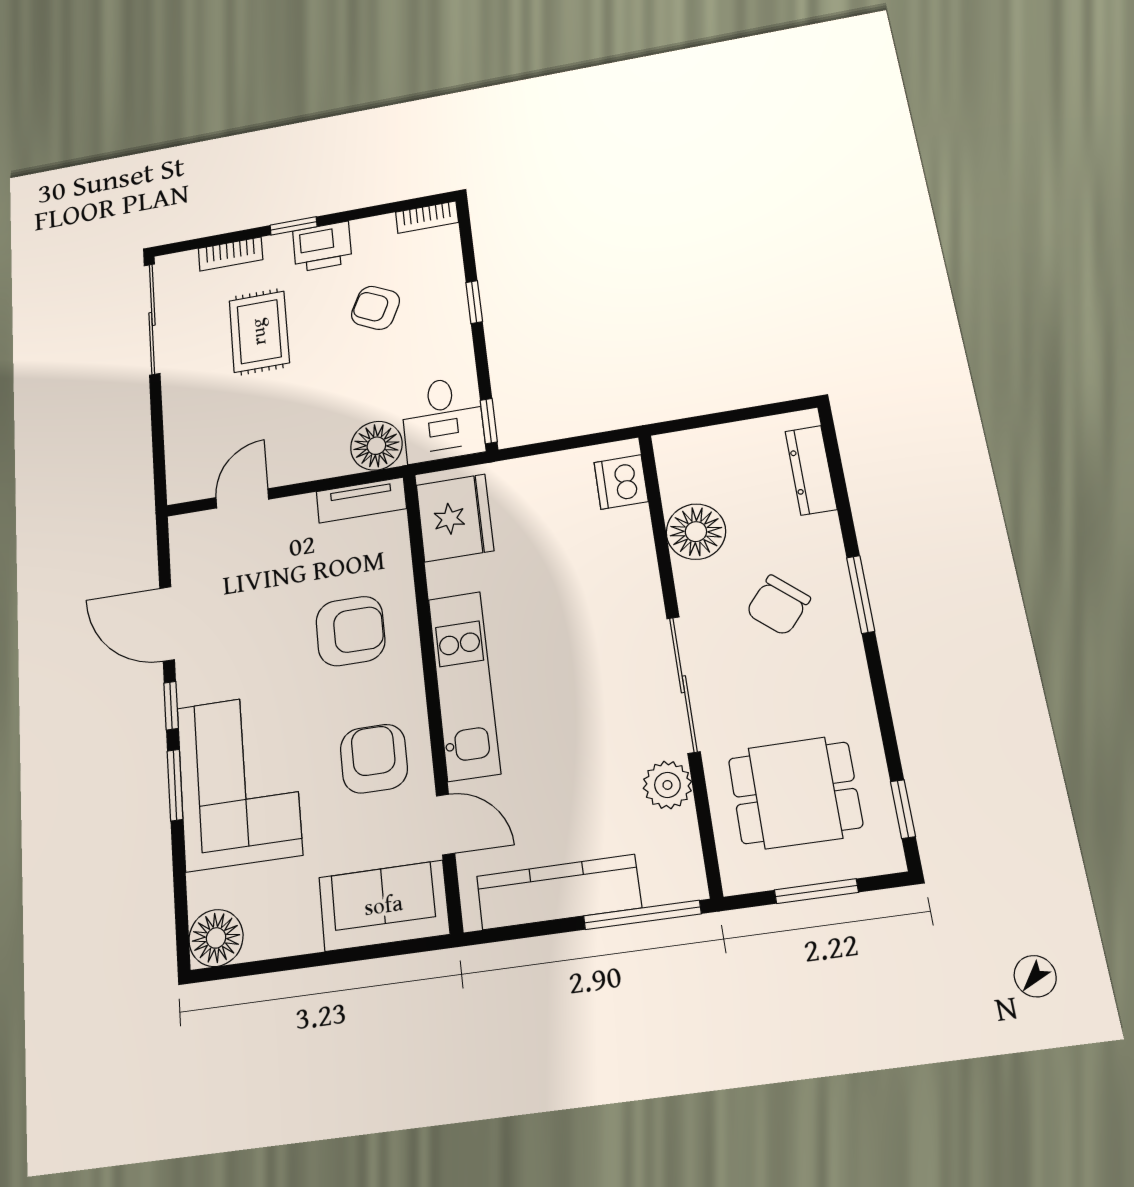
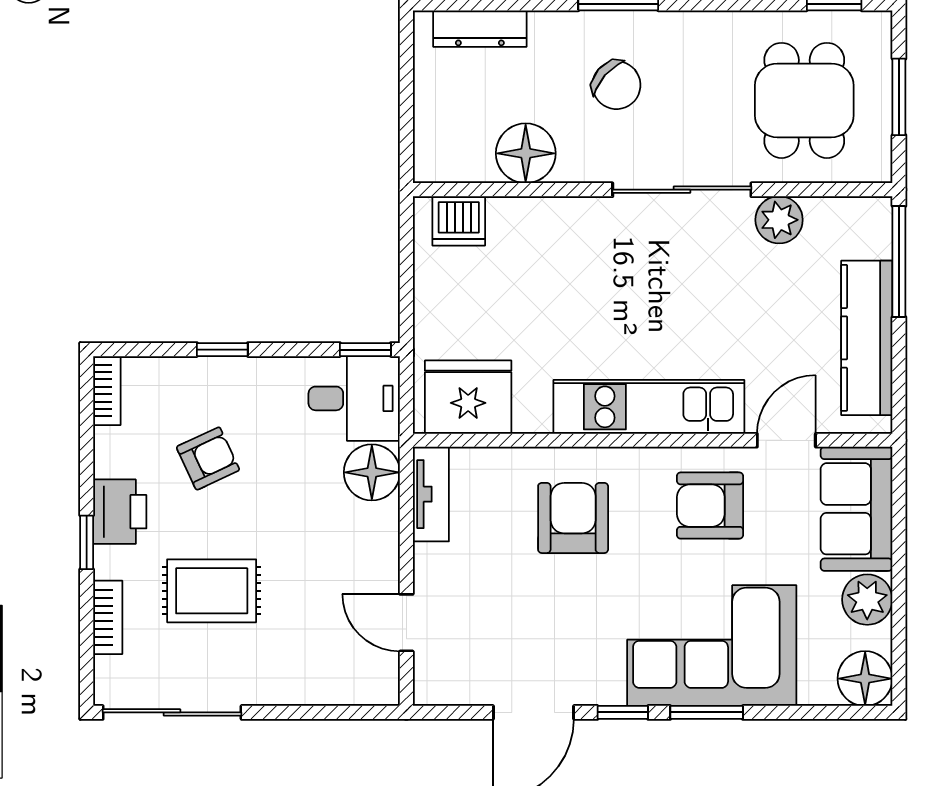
armchair: (375, 308) -> (208, 458), turned -141
plant: (294, 929) -> (867, 600), added

